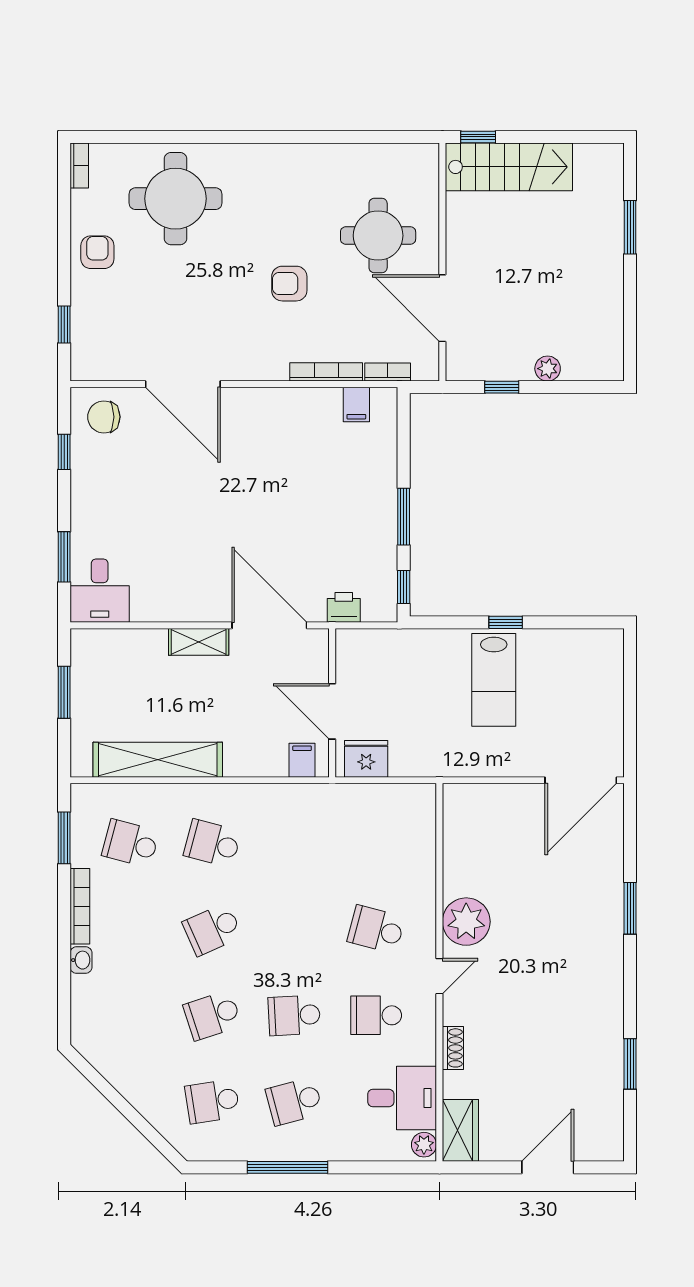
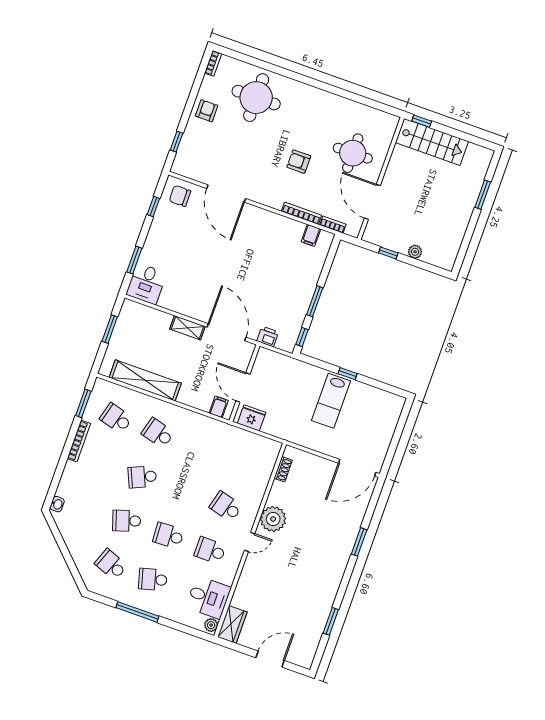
washbasin: (81, 960) -> (57, 504), moved
shoe rack: (453, 1048) -> (283, 469), moved
school desk: (212, 1101) -> (111, 565), turned 30

